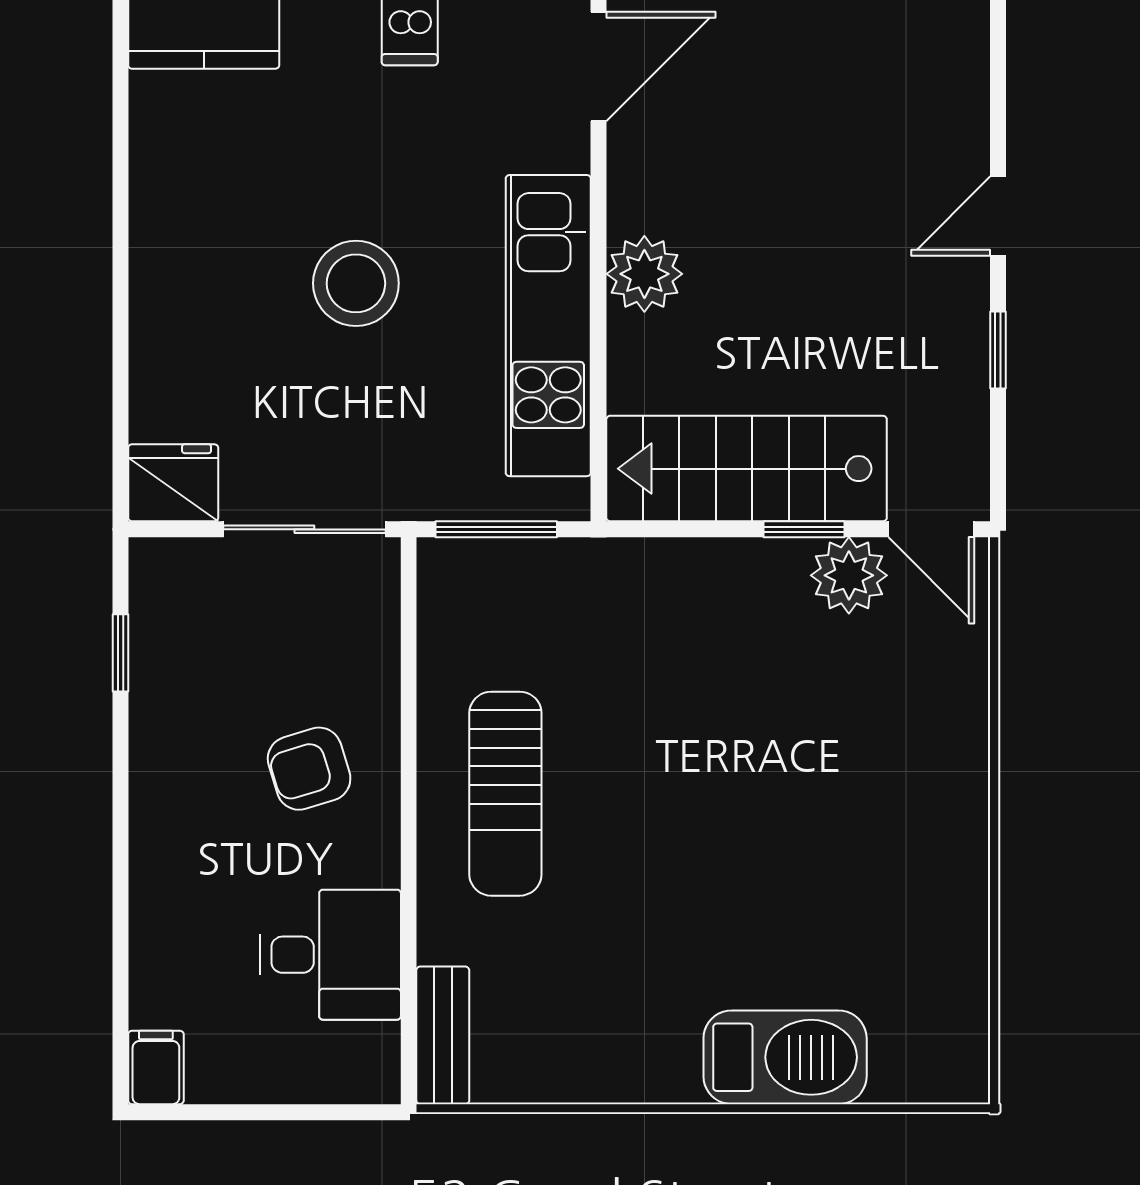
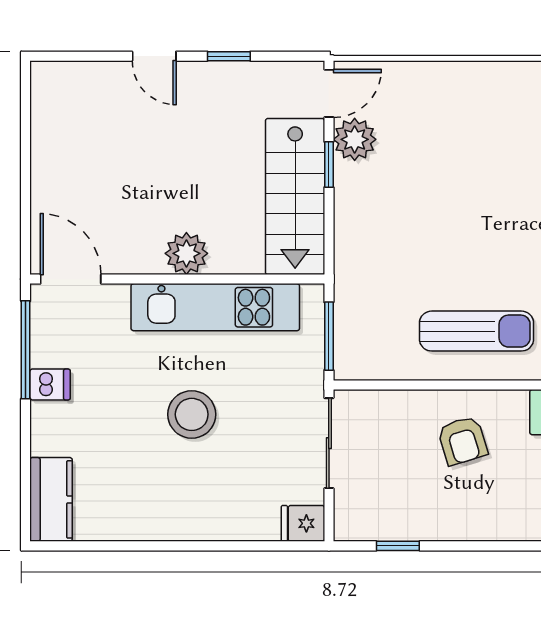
fridge: (173, 483) -> (303, 523), width x0.72

